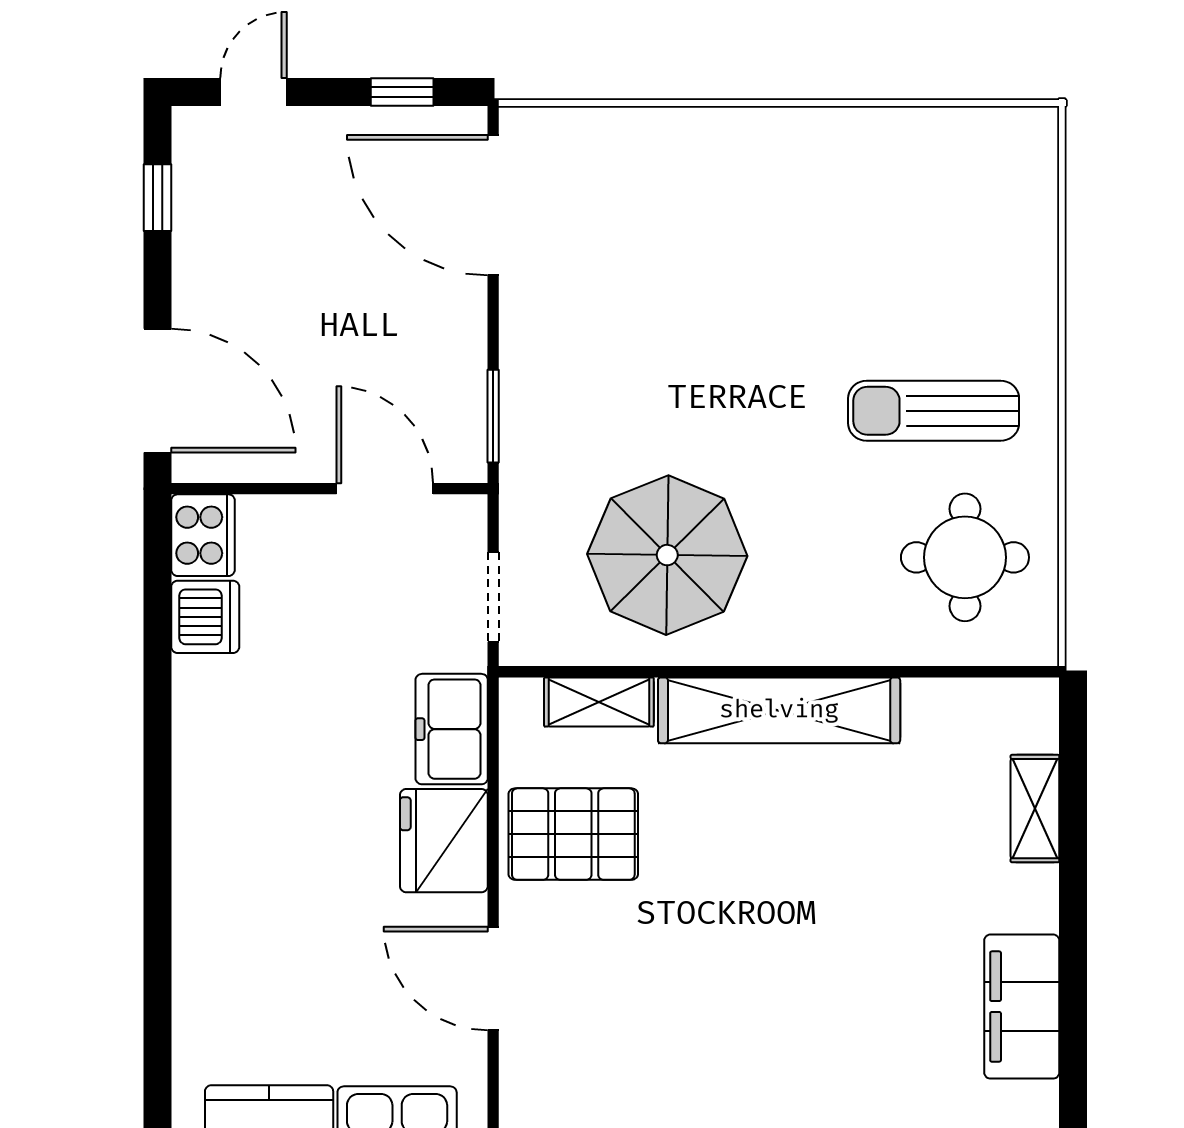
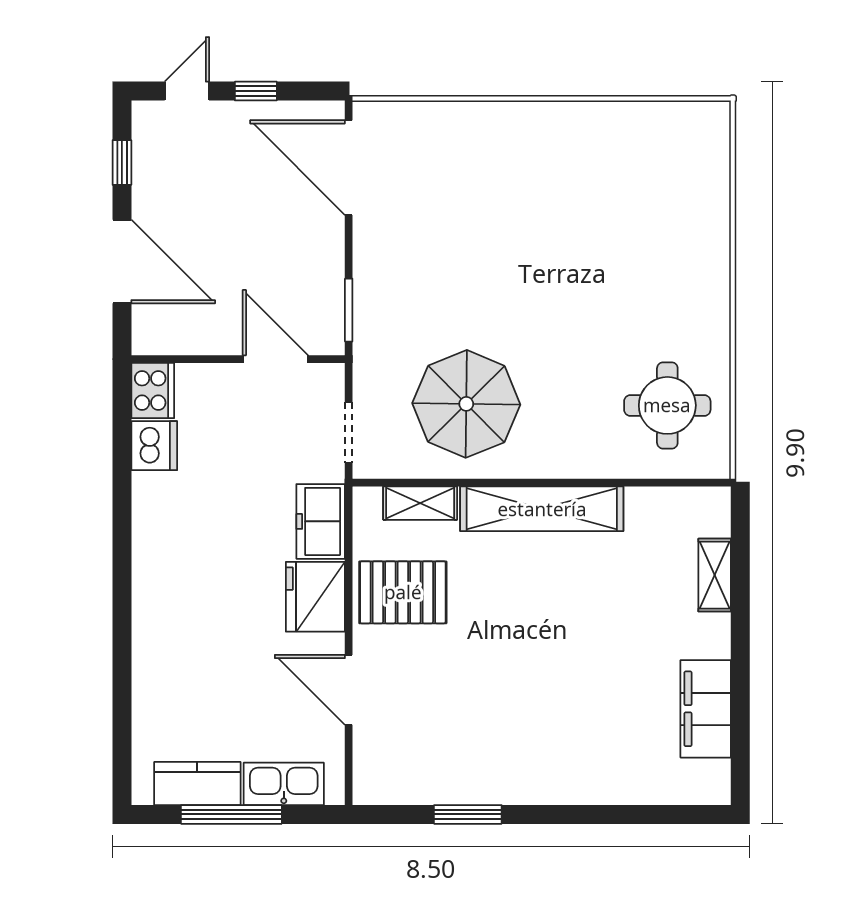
window: (402, 92) -> (256, 91), moved
door: (157, 391) -> (122, 262), moved
sun lounger: (934, 411) -> (646, 306), removed

